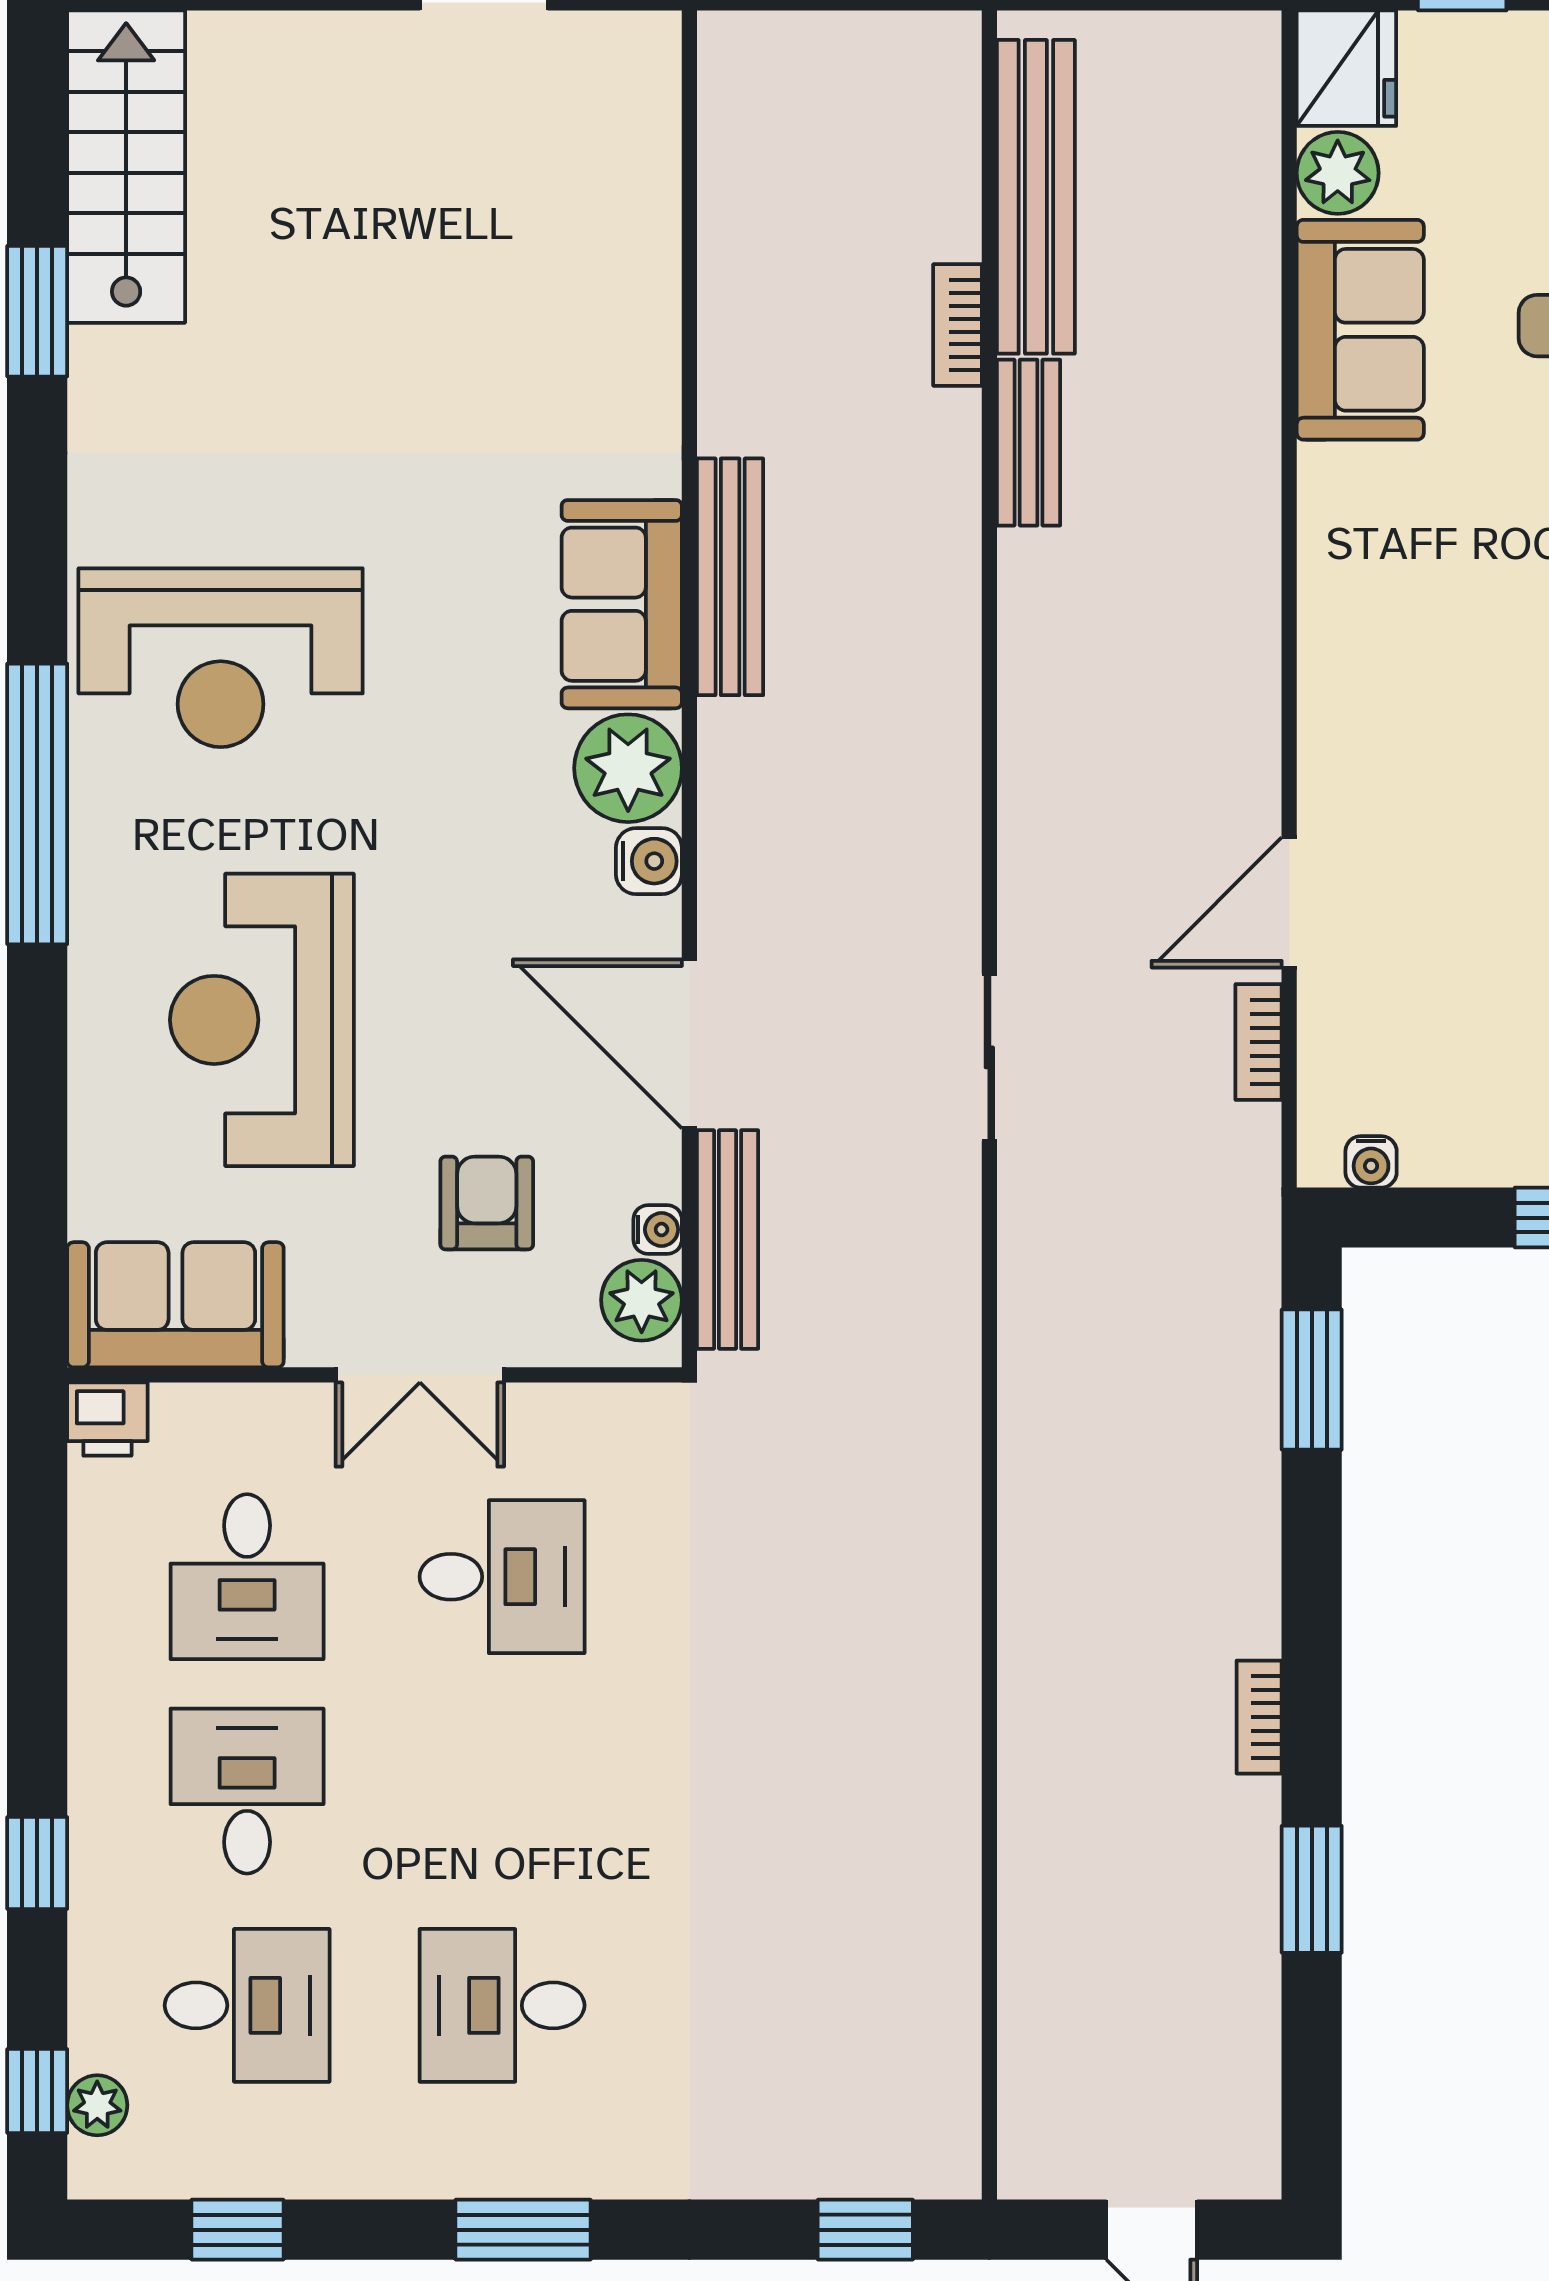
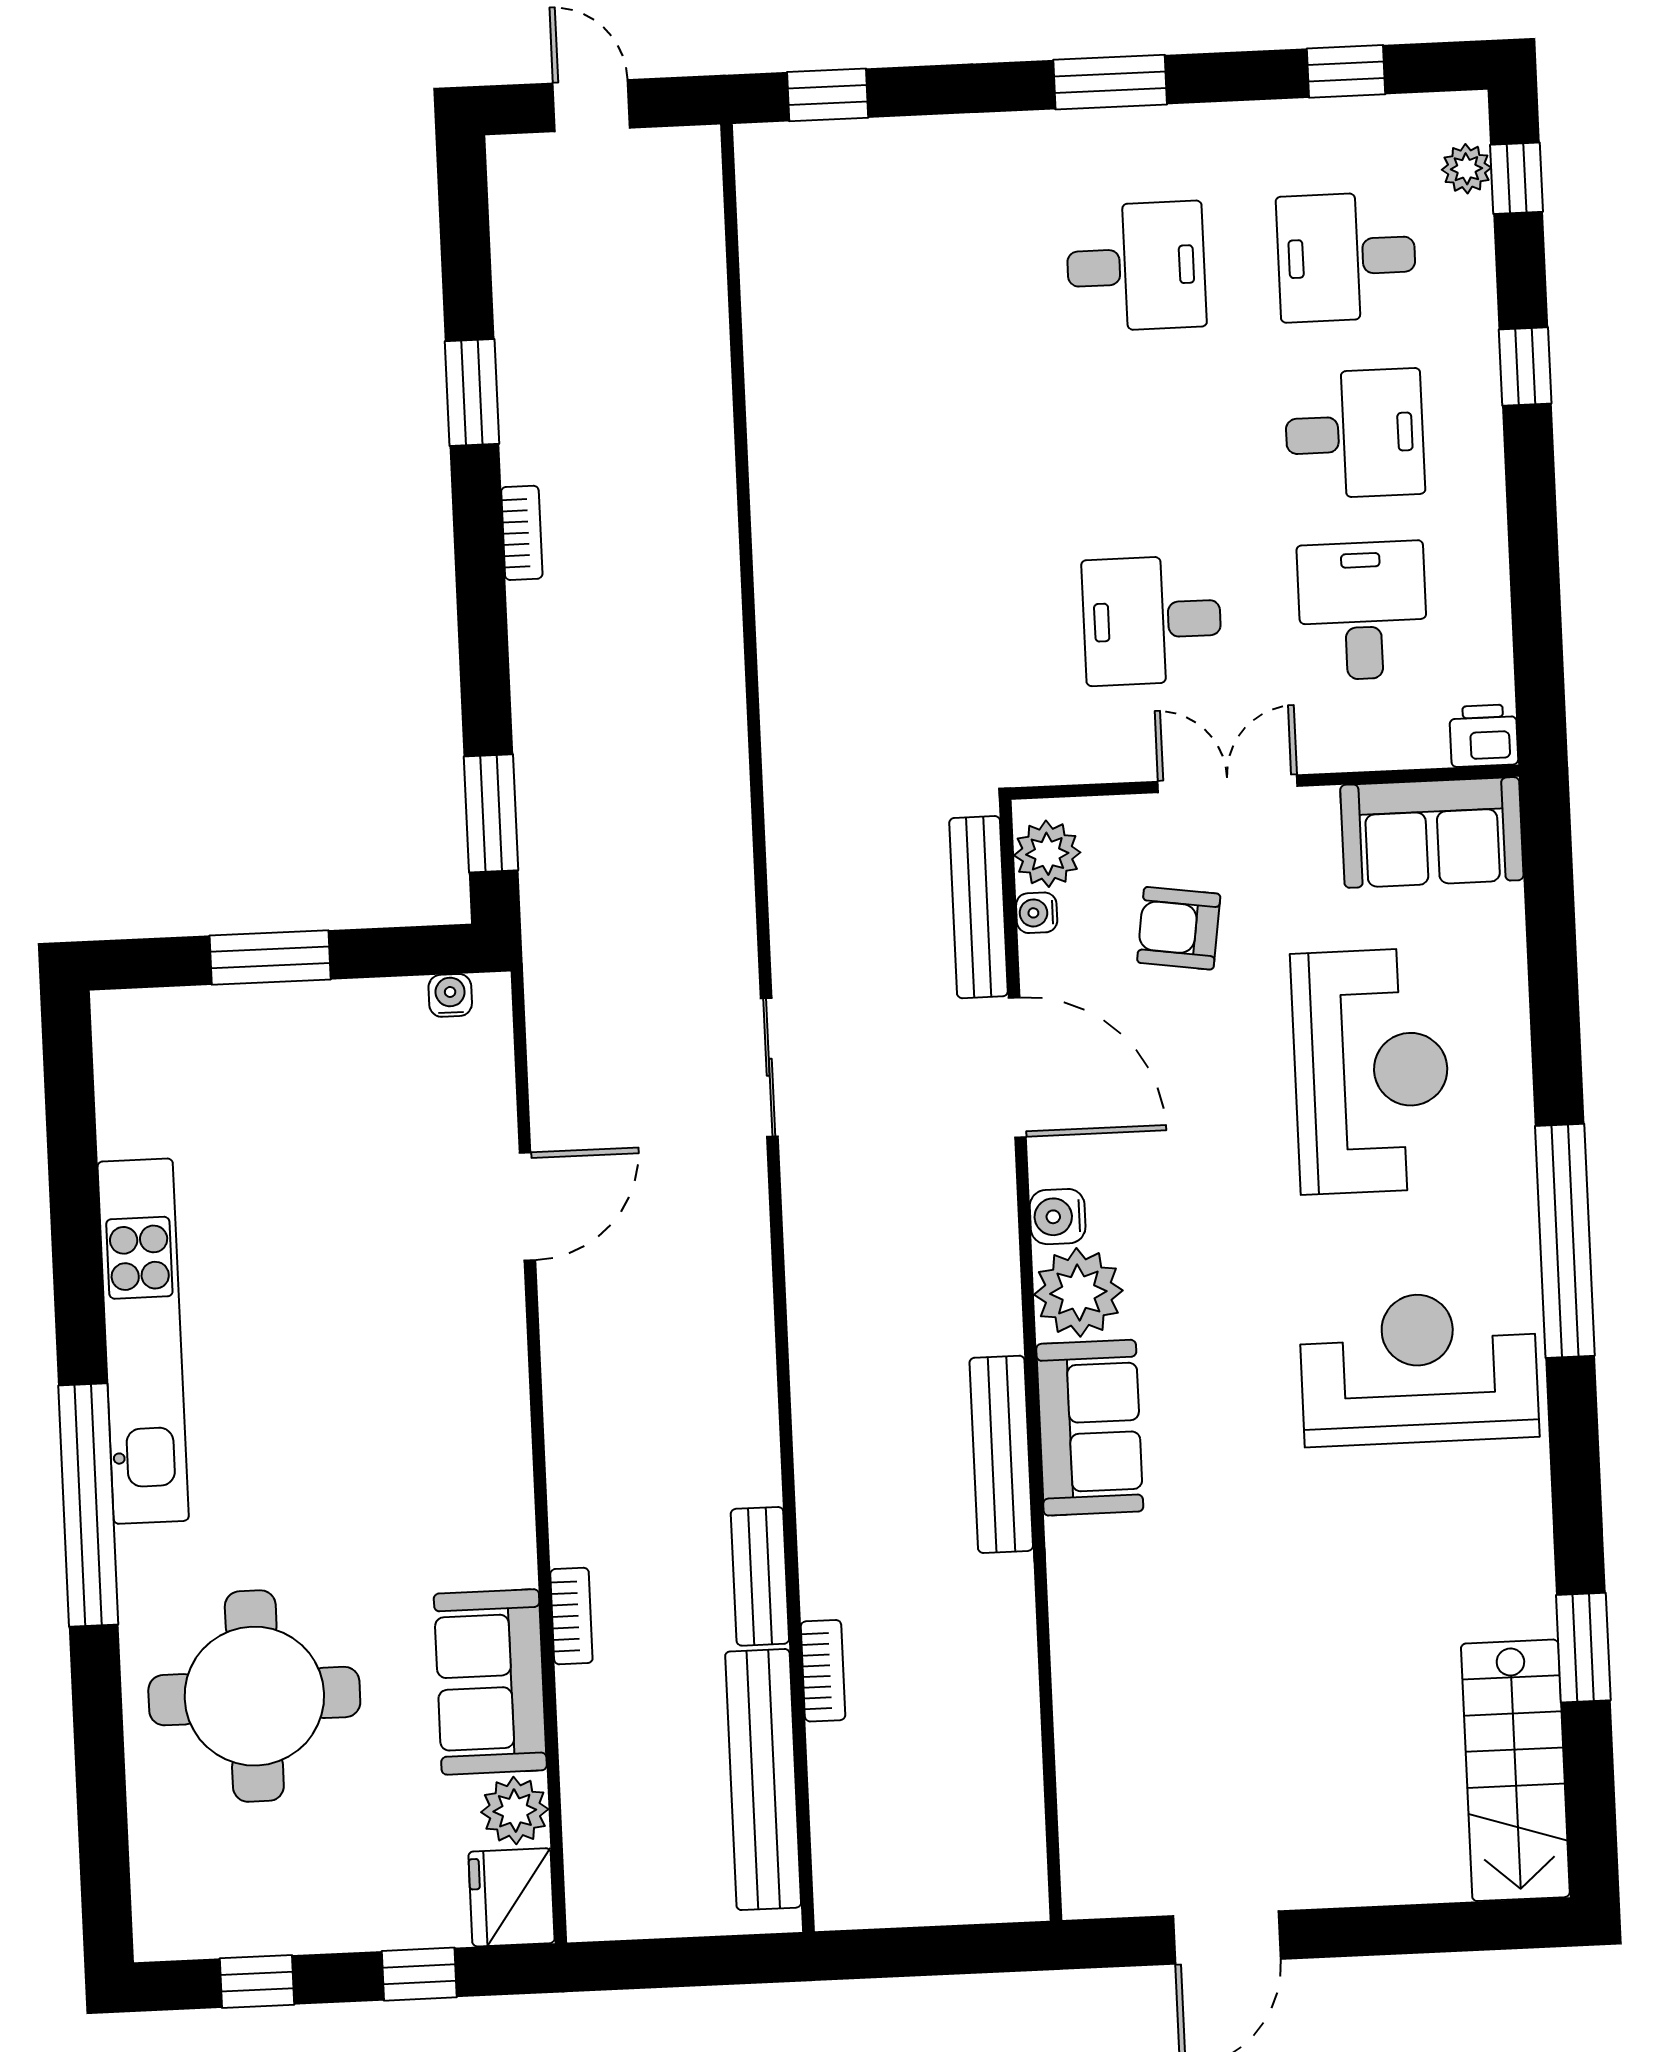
bookcase: (1259, 1042) -> (571, 1616), moved
armchair: (487, 1203) -> (1179, 928), turned 98
desk: (247, 1791) -> (1355, 434), turned -90

